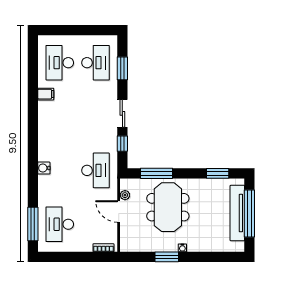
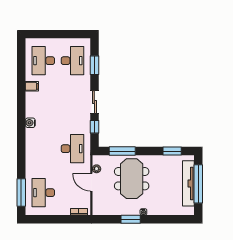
water cooler: (44, 168) -> (30, 123), moved

